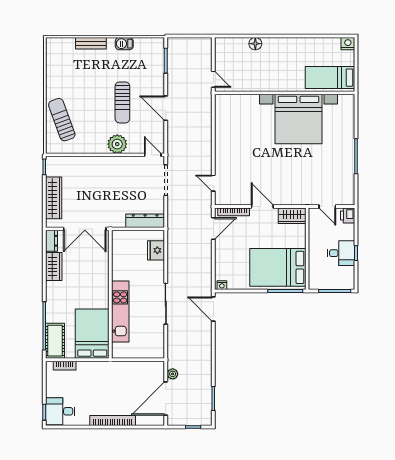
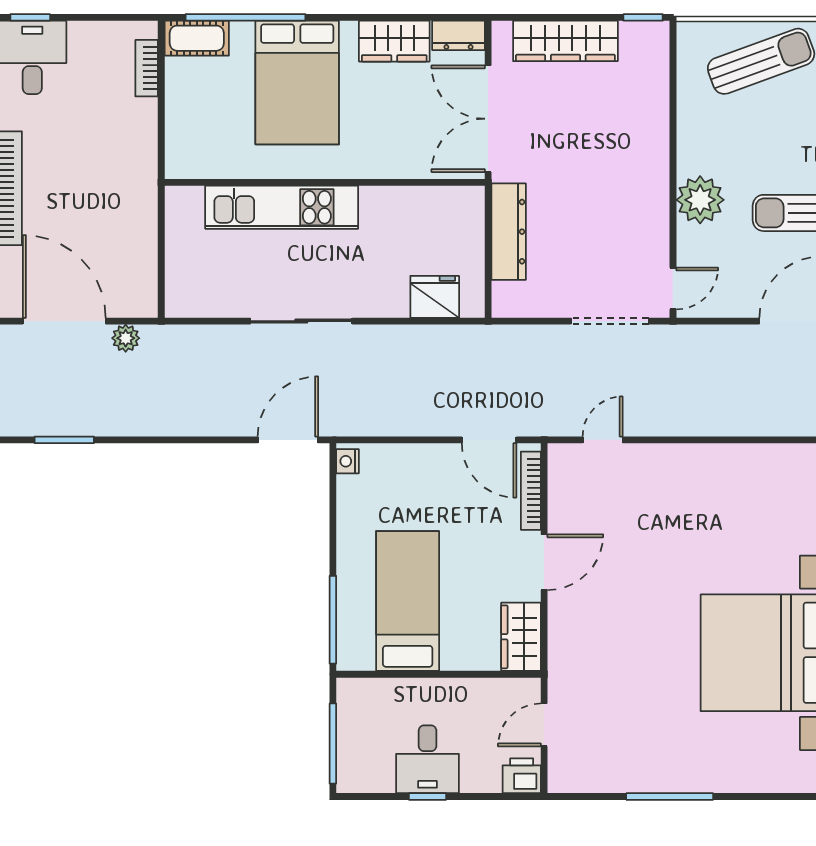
dresser: (145, 221) -> (509, 232), moved
bed: (278, 267) -> (408, 601), width x0.67
bed: (92, 334) -> (297, 83), moved, turned 90
cot: (55, 341) -> (197, 38), width x0.73, depth x0.75

